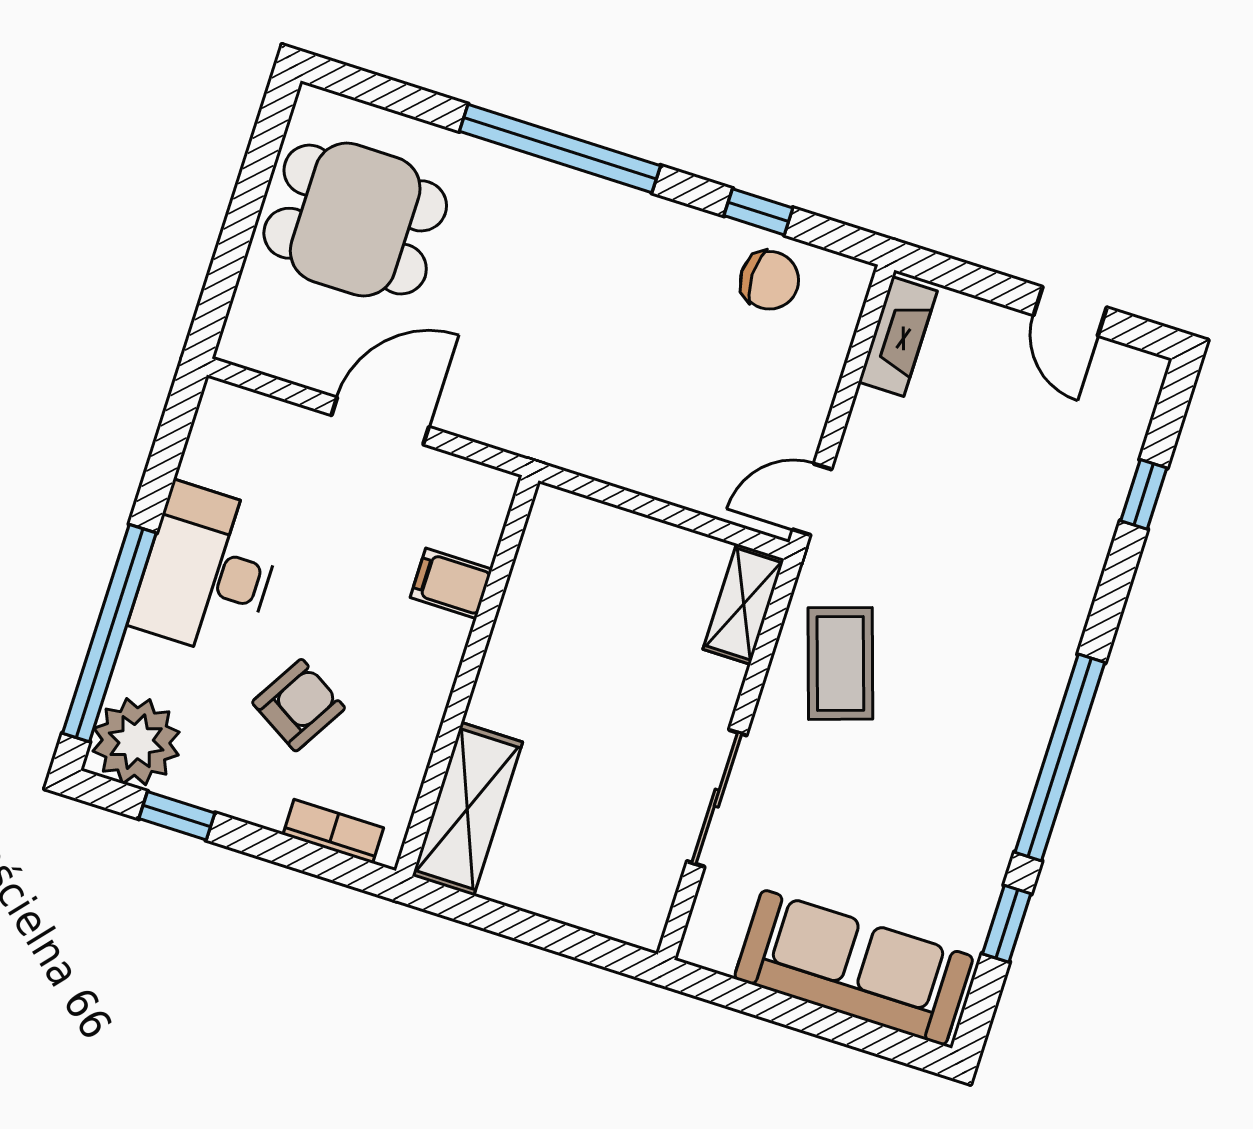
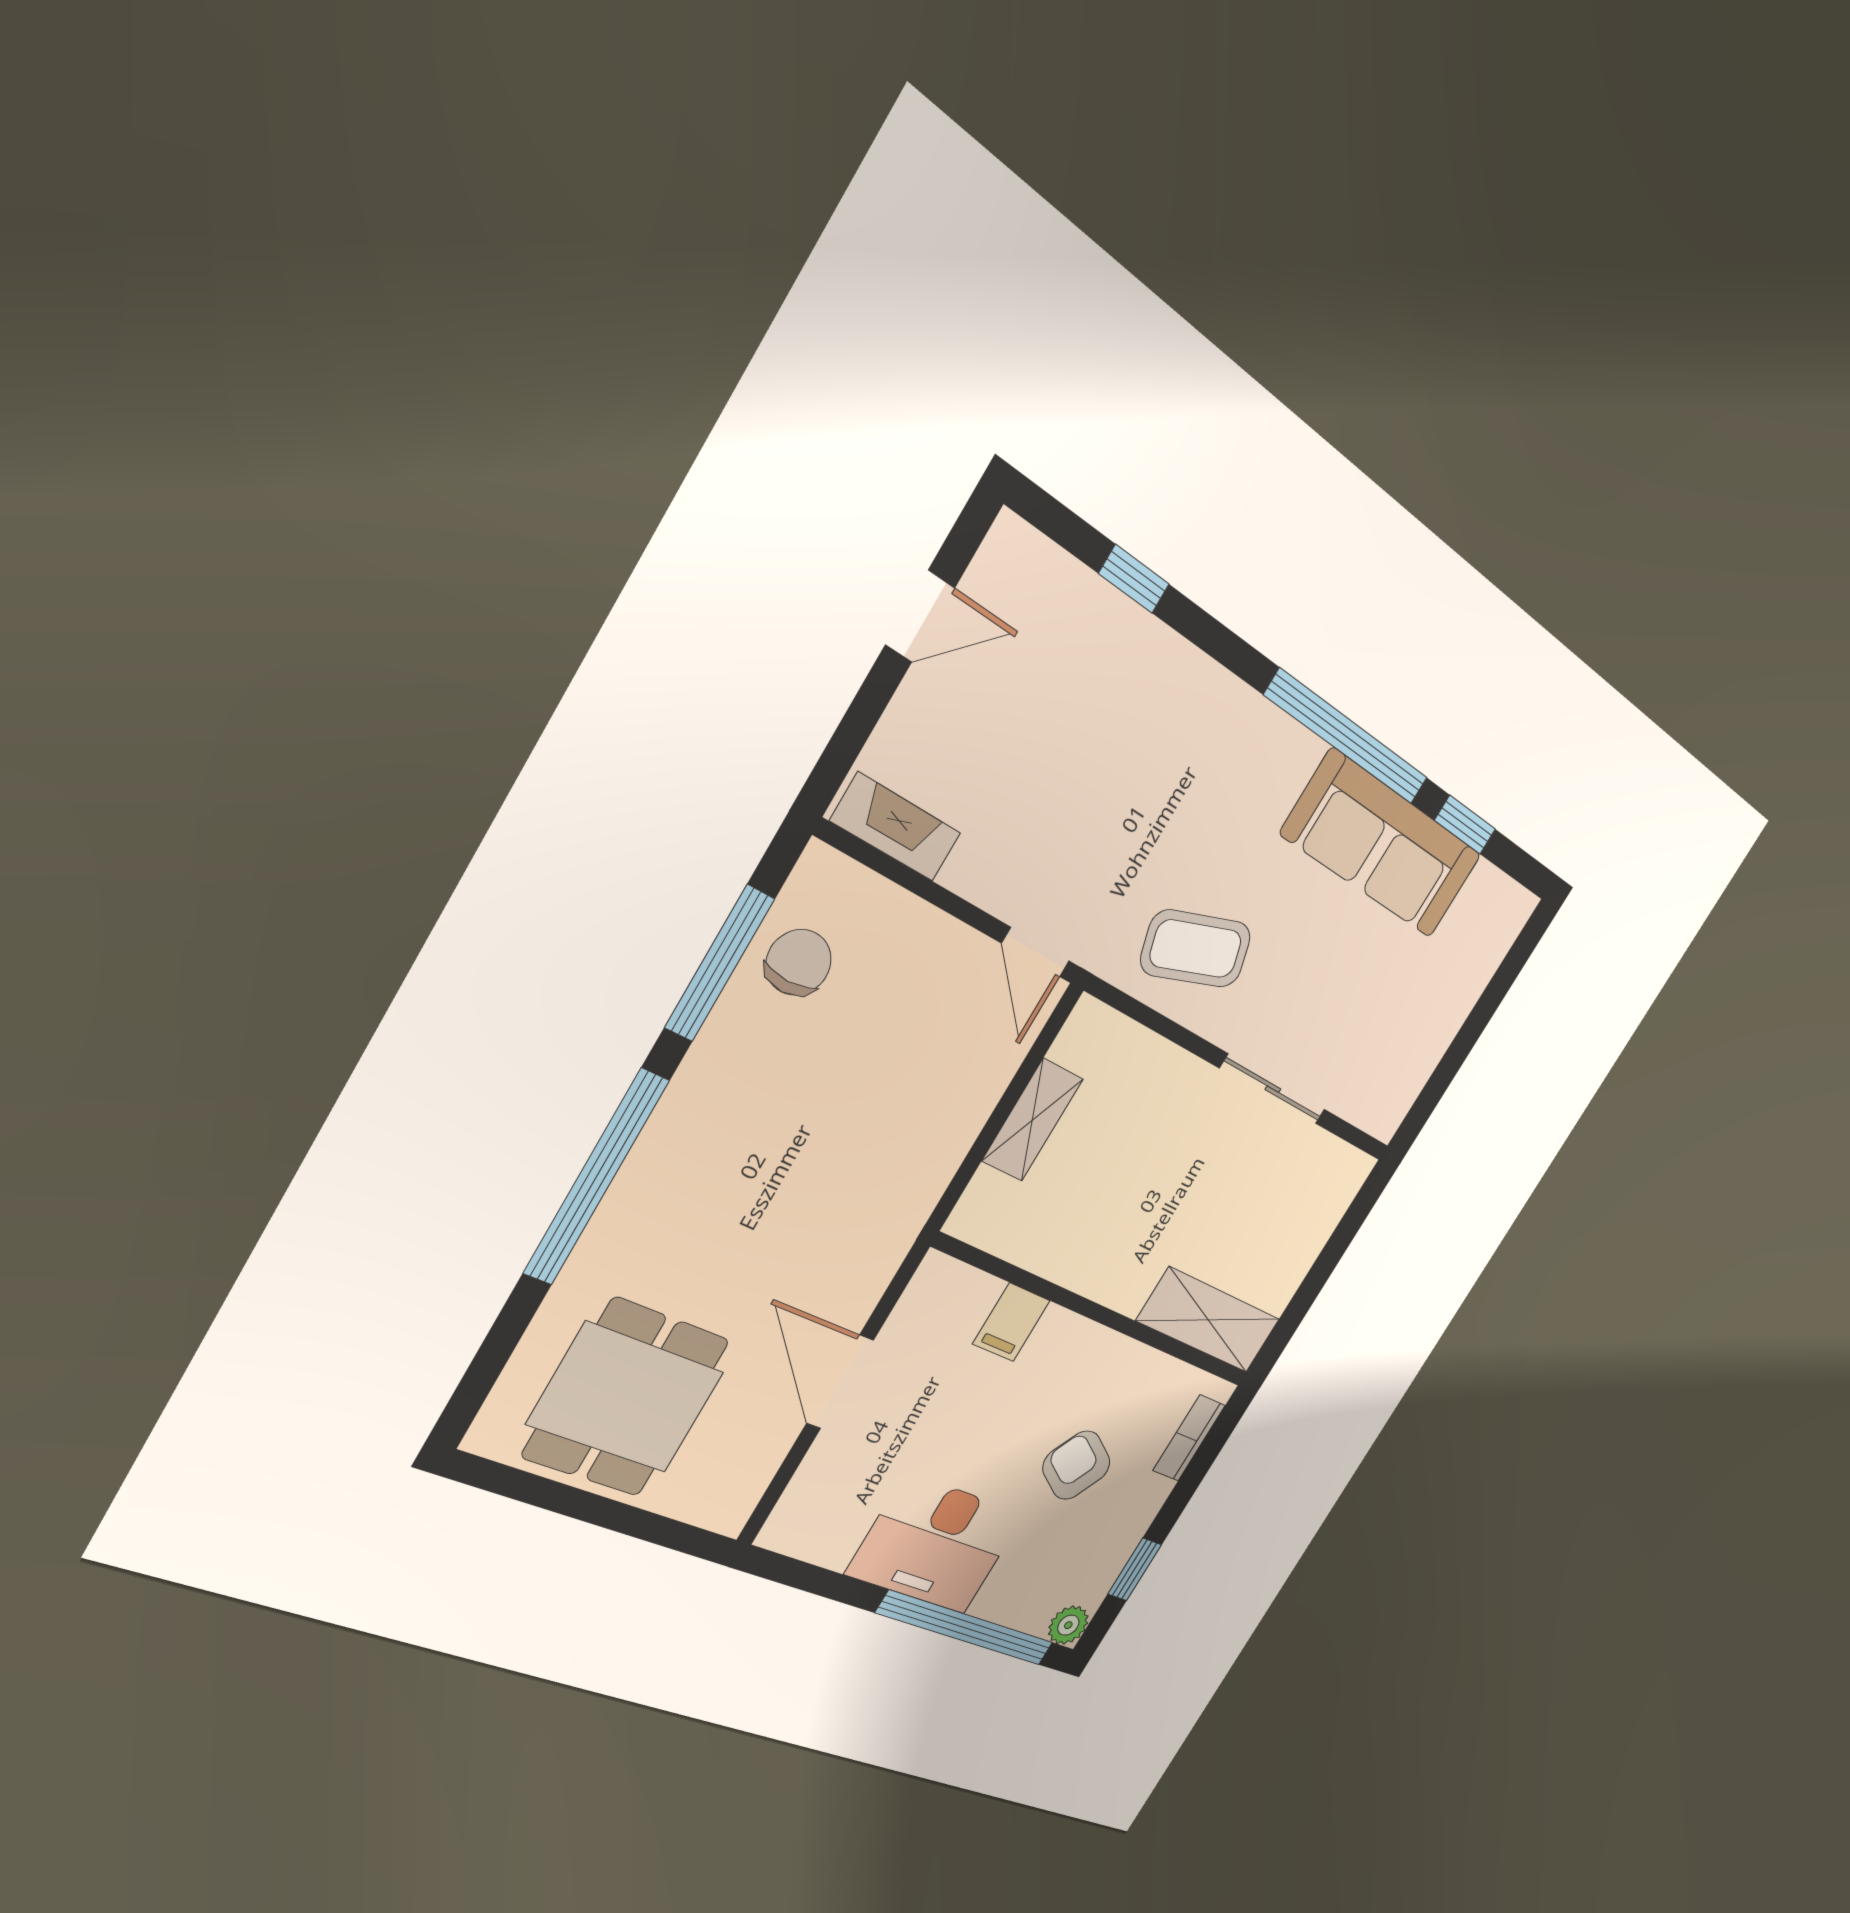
window: (758, 212) -> (720, 963), width x2.17
shelving: (744, 604) -> (1032, 1120), moved, turned 90
plant: (136, 742) -> (1068, 1625), width x0.53, depth x0.53
sofa: (854, 968) -> (1382, 845), moved, turned -90

